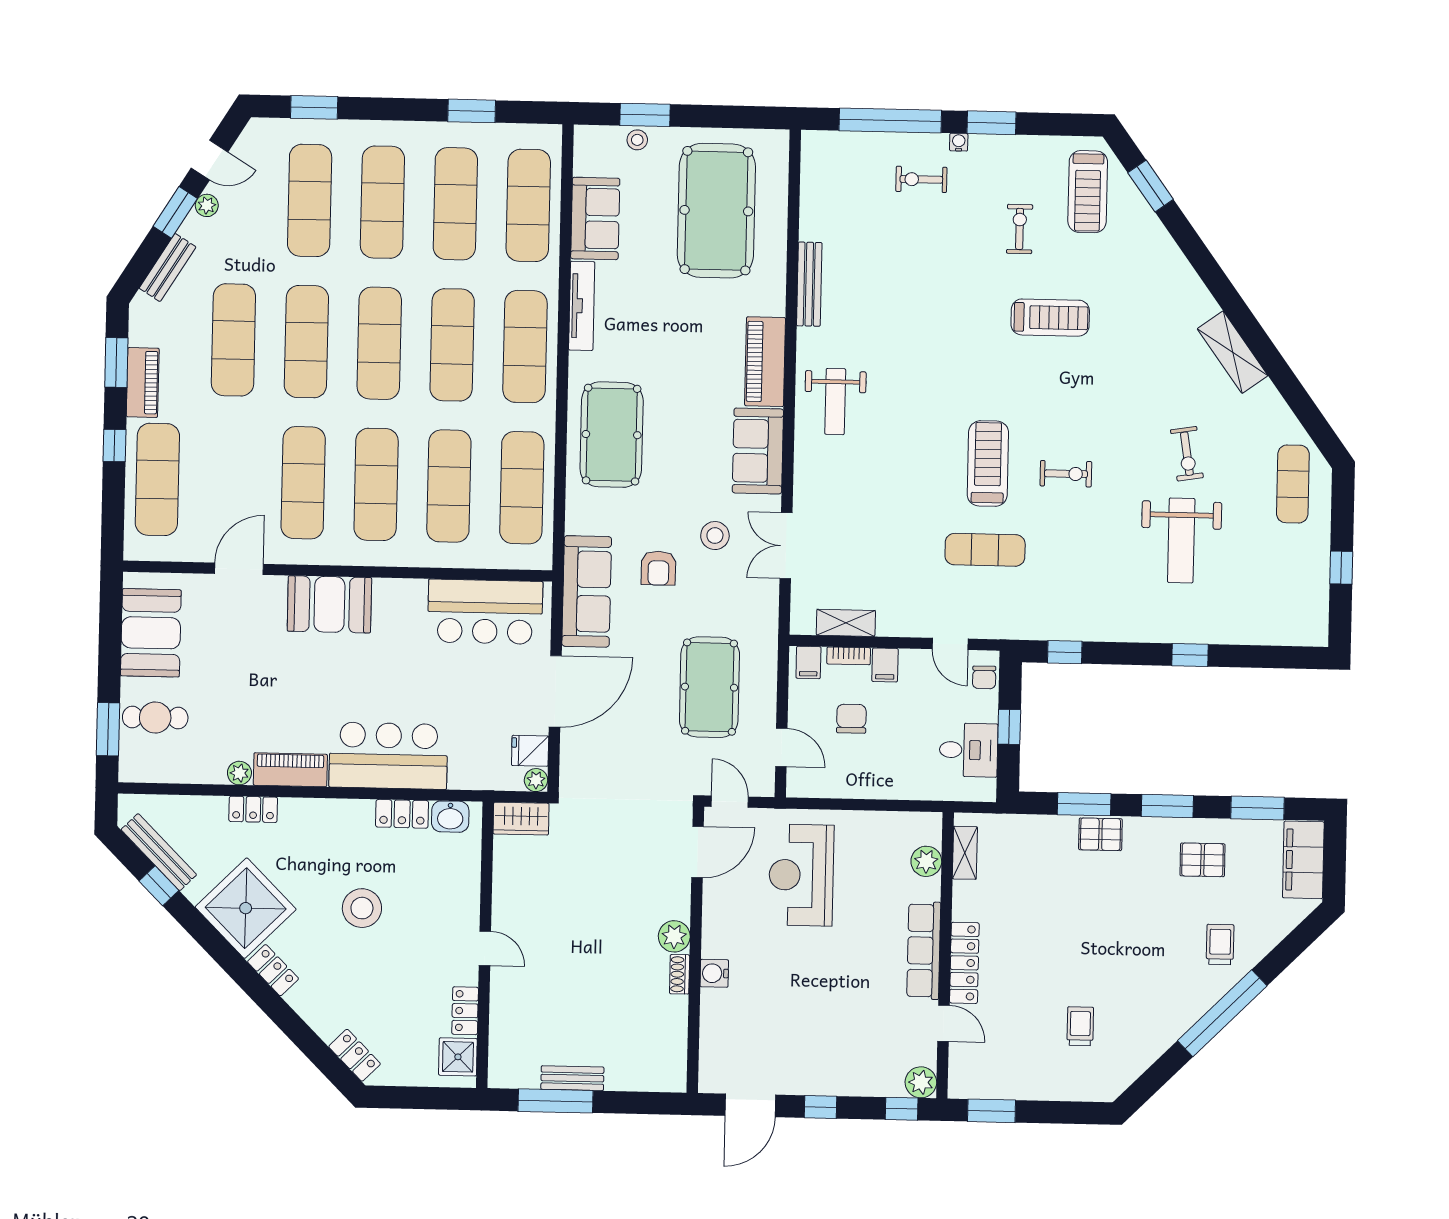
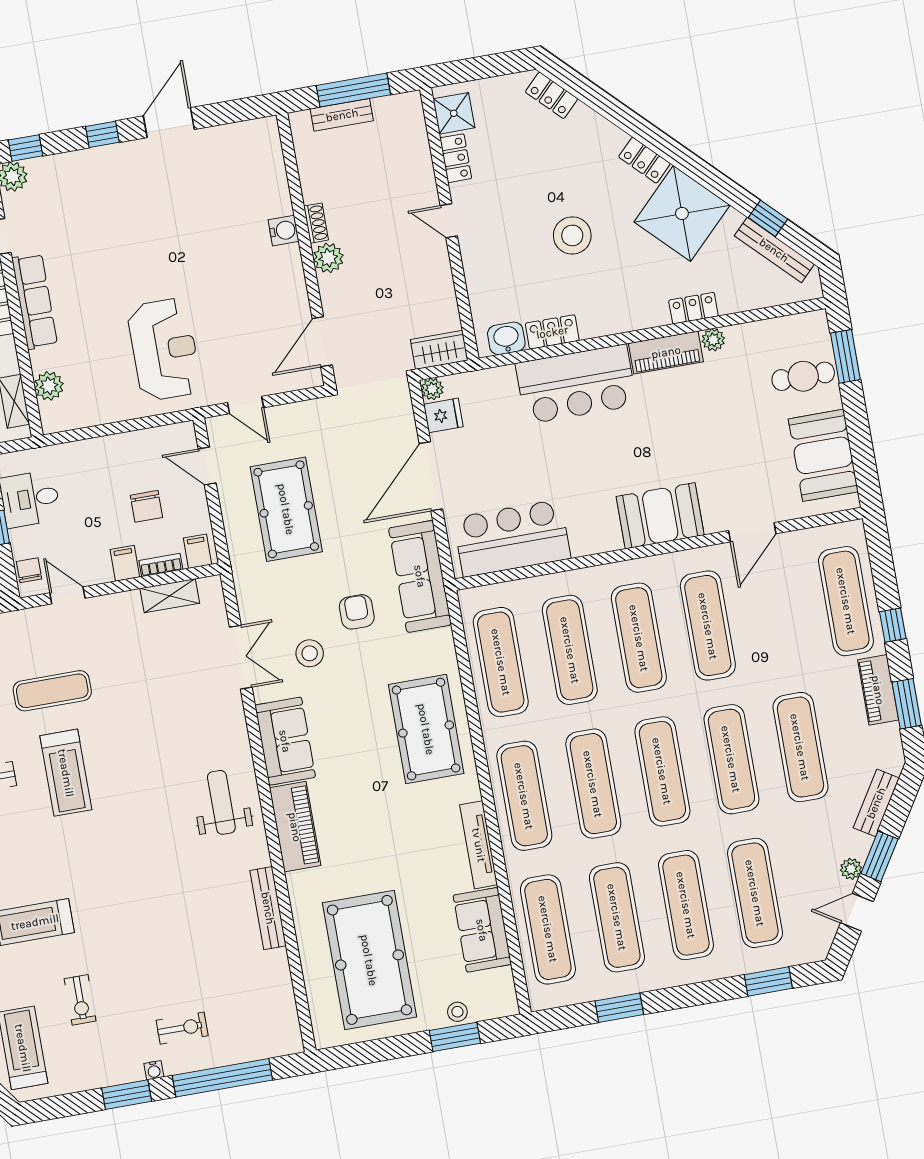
door: (698, 852) -> (322, 342), moved
plant: (674, 936) -> (328, 258), moved
wall: (695, 950) -> (306, 249), moved
water cooler: (714, 973) -> (284, 231), moved
shoe rack: (680, 974) -> (316, 223), moved

